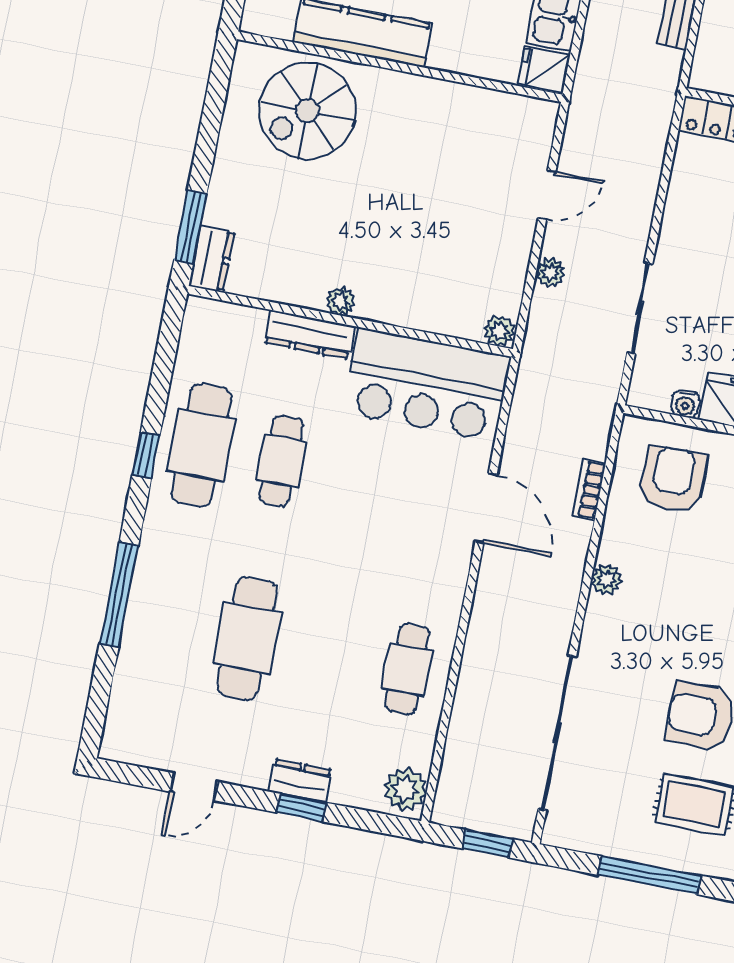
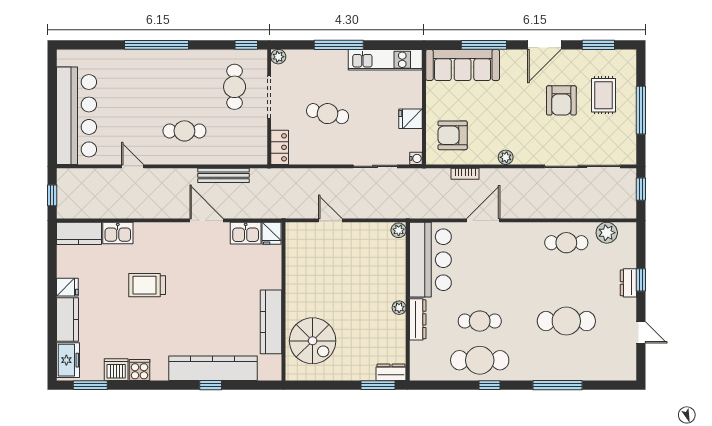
plant: (550, 272) -> (366, 212), removed
water cooler: (685, 404) -> (416, 158), moved
plant: (405, 789) -> (607, 233), moved

